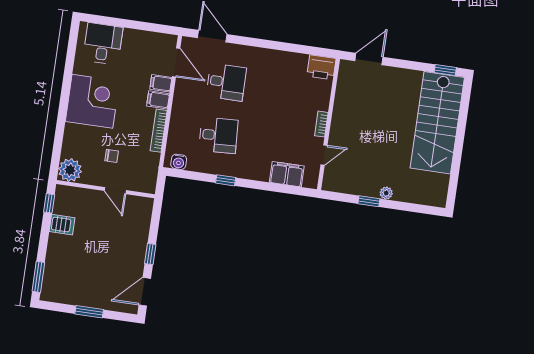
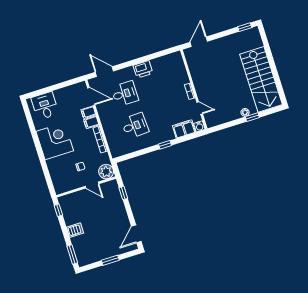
printer: (321, 67) -> (143, 69), moved
stairs: (437, 123) -> (261, 79), moved
door: (324, 155) -> (200, 108), hinge flipped
water cooler: (179, 162) -> (199, 126), moved
plant: (70, 170) -> (106, 172), moved
window: (226, 180) -> (165, 145), moved
window: (369, 201) -> (252, 117), moved
server rack: (62, 225) -> (75, 230), moved
window: (150, 254) -> (123, 193), moved

